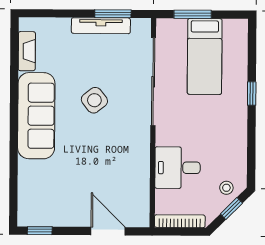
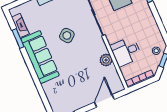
window: (14, 70) -> (18, 39), added
plant: (139, 167) -> (106, 60), added
door: (108, 231) -> (104, 101), hinge flipped

